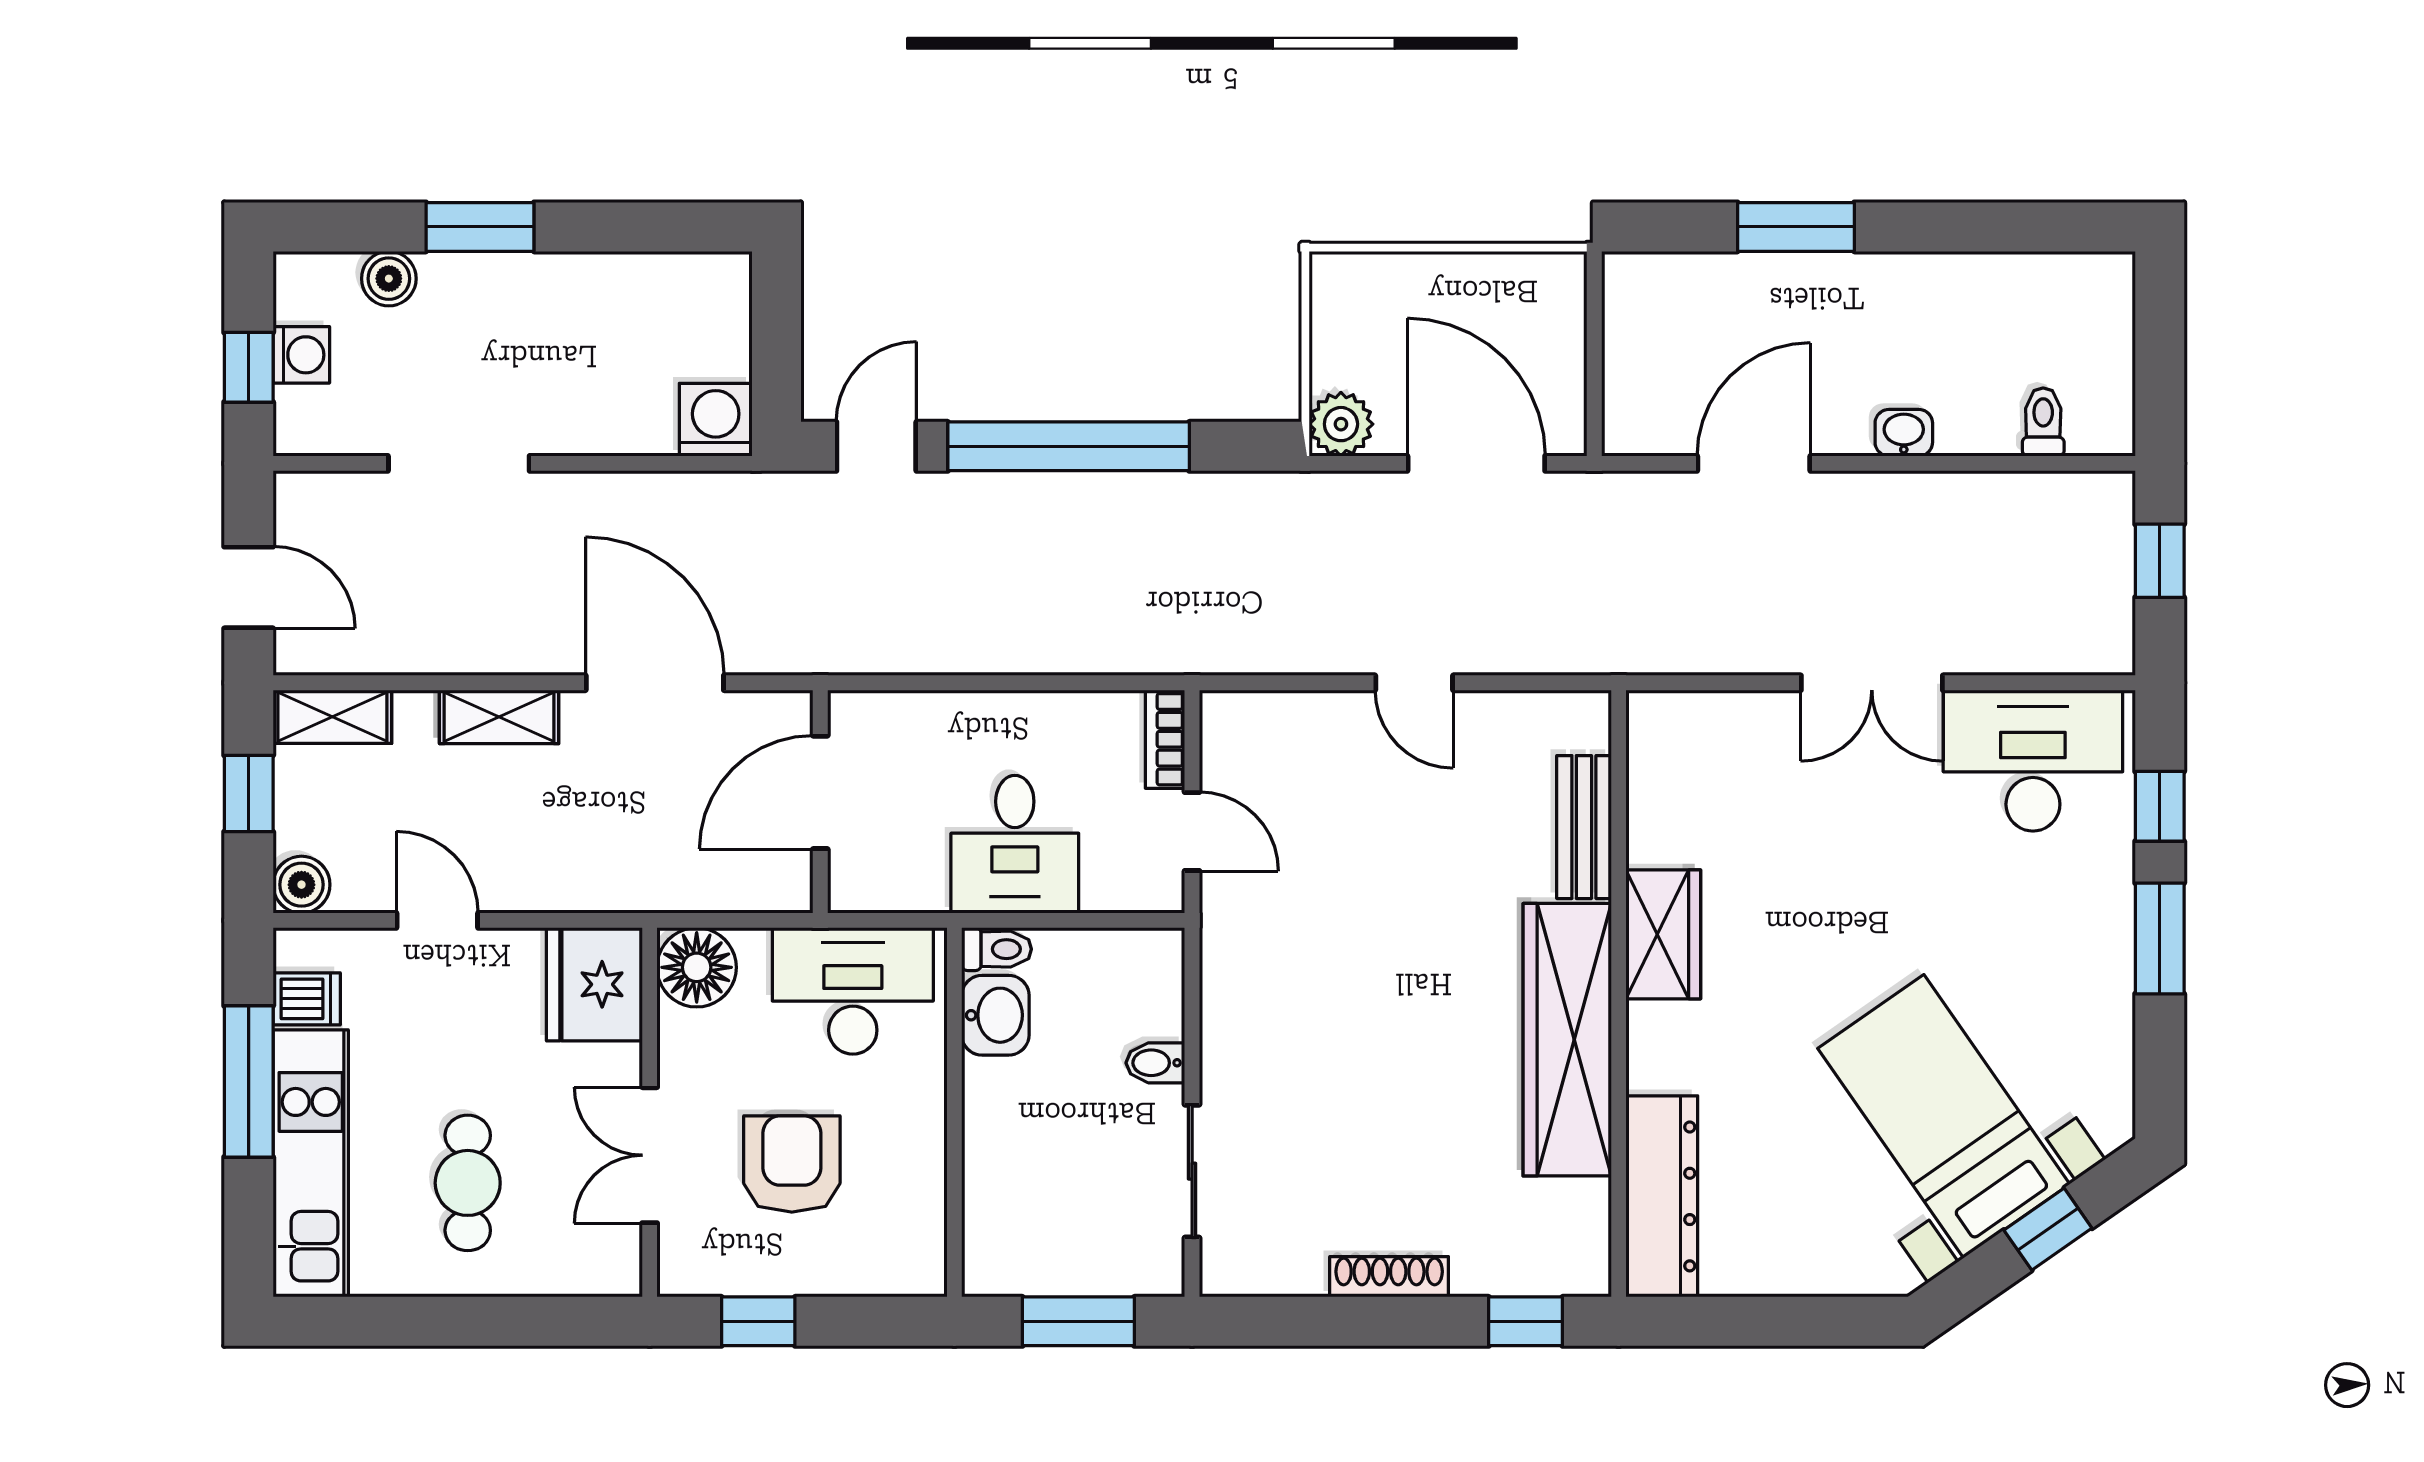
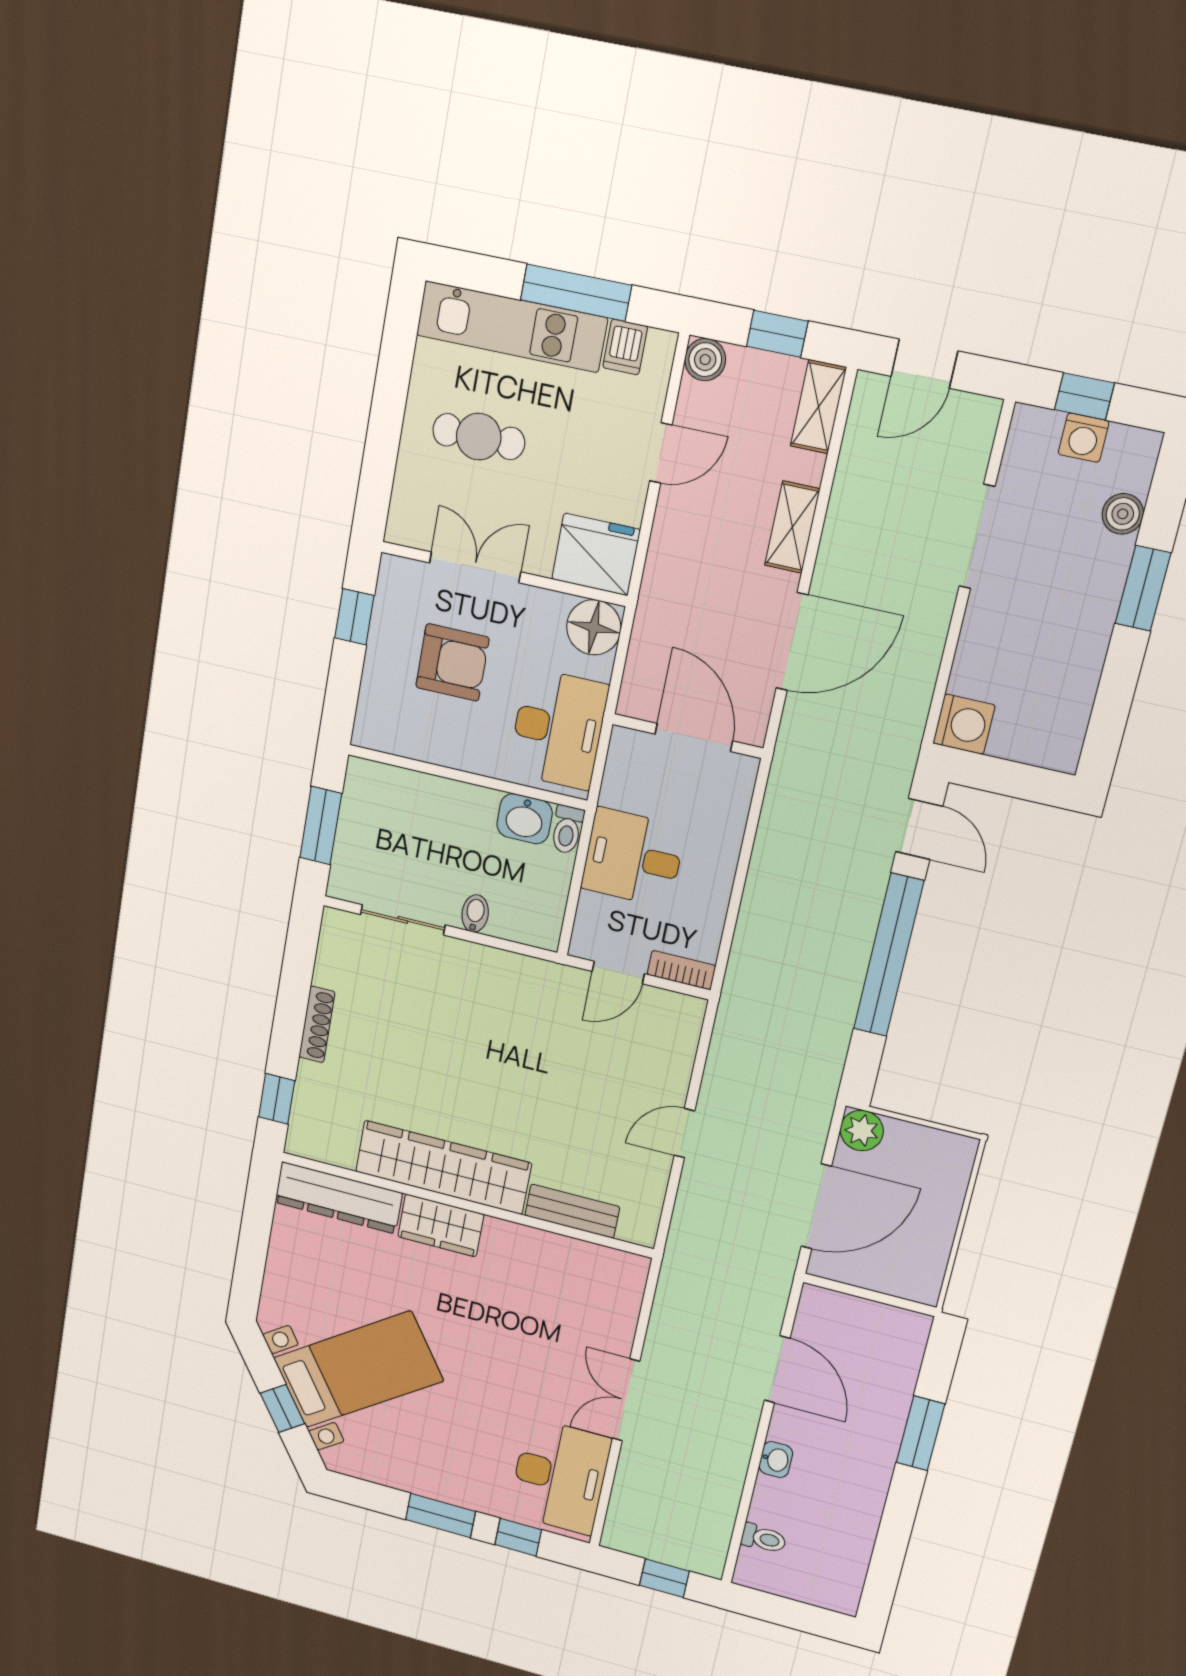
wardrobe: (1663, 934) -> (441, 1225), moved

